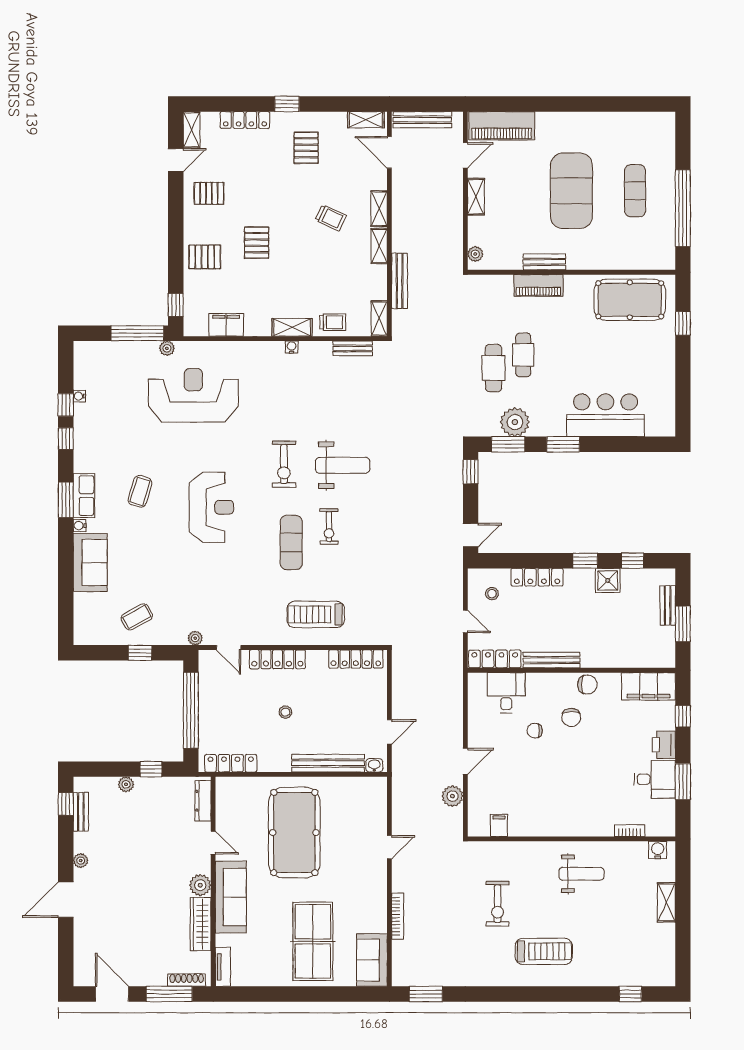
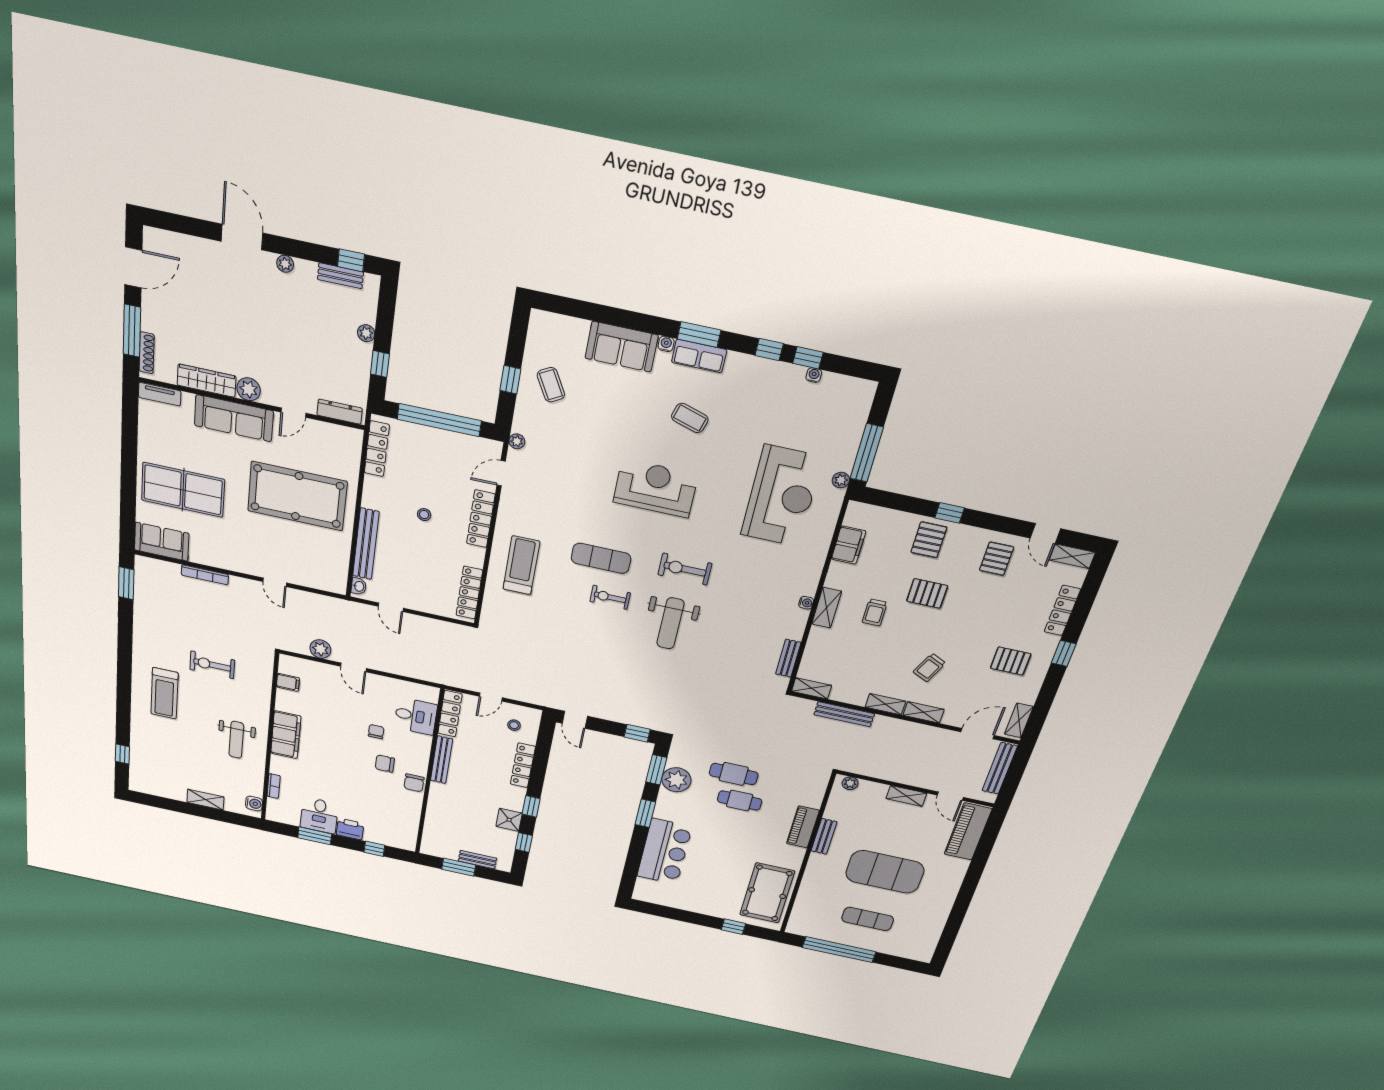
window: (176, 305) -> (950, 513), moved
trolley: (333, 322) -> (875, 612), moved
reception desk: (211, 507) -> (655, 488), turned 180
filing cabinet: (649, 686) -> (286, 735), moved, turned 180

